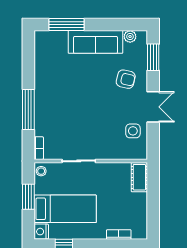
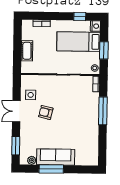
window: (67, 25) -> (51, 169), moved
armchair: (126, 79) -> (46, 112), moved
cot: (139, 177) -> (27, 51), moved

